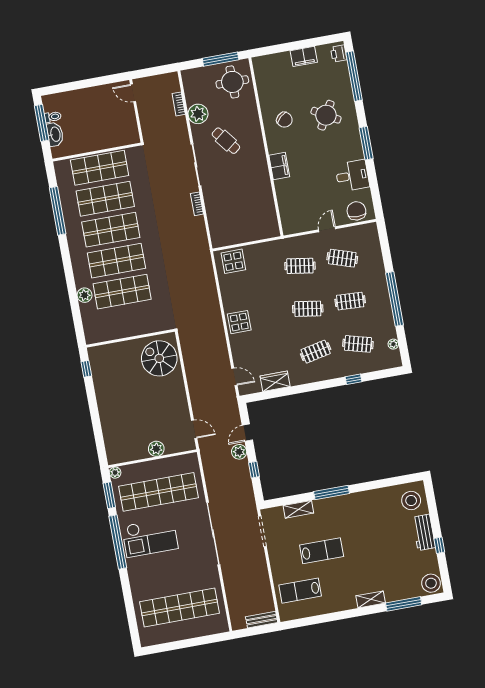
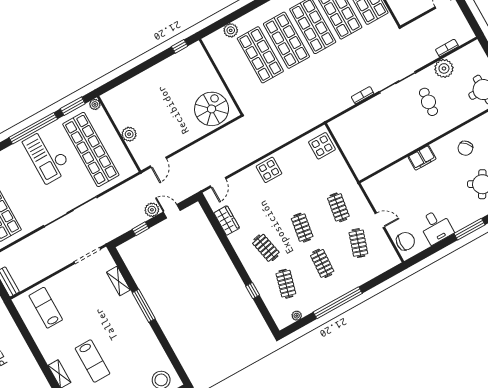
cafe table: (226, 141) -> (428, 102), turned -47
plant: (85, 295) -> (231, 30), moved
lab bench: (322, 551) -> (93, 361), moved

